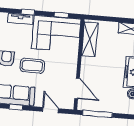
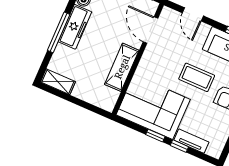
window: (61, 15) -> (155, 136), moved
shelving: (90, 39) -> (122, 67), moved

